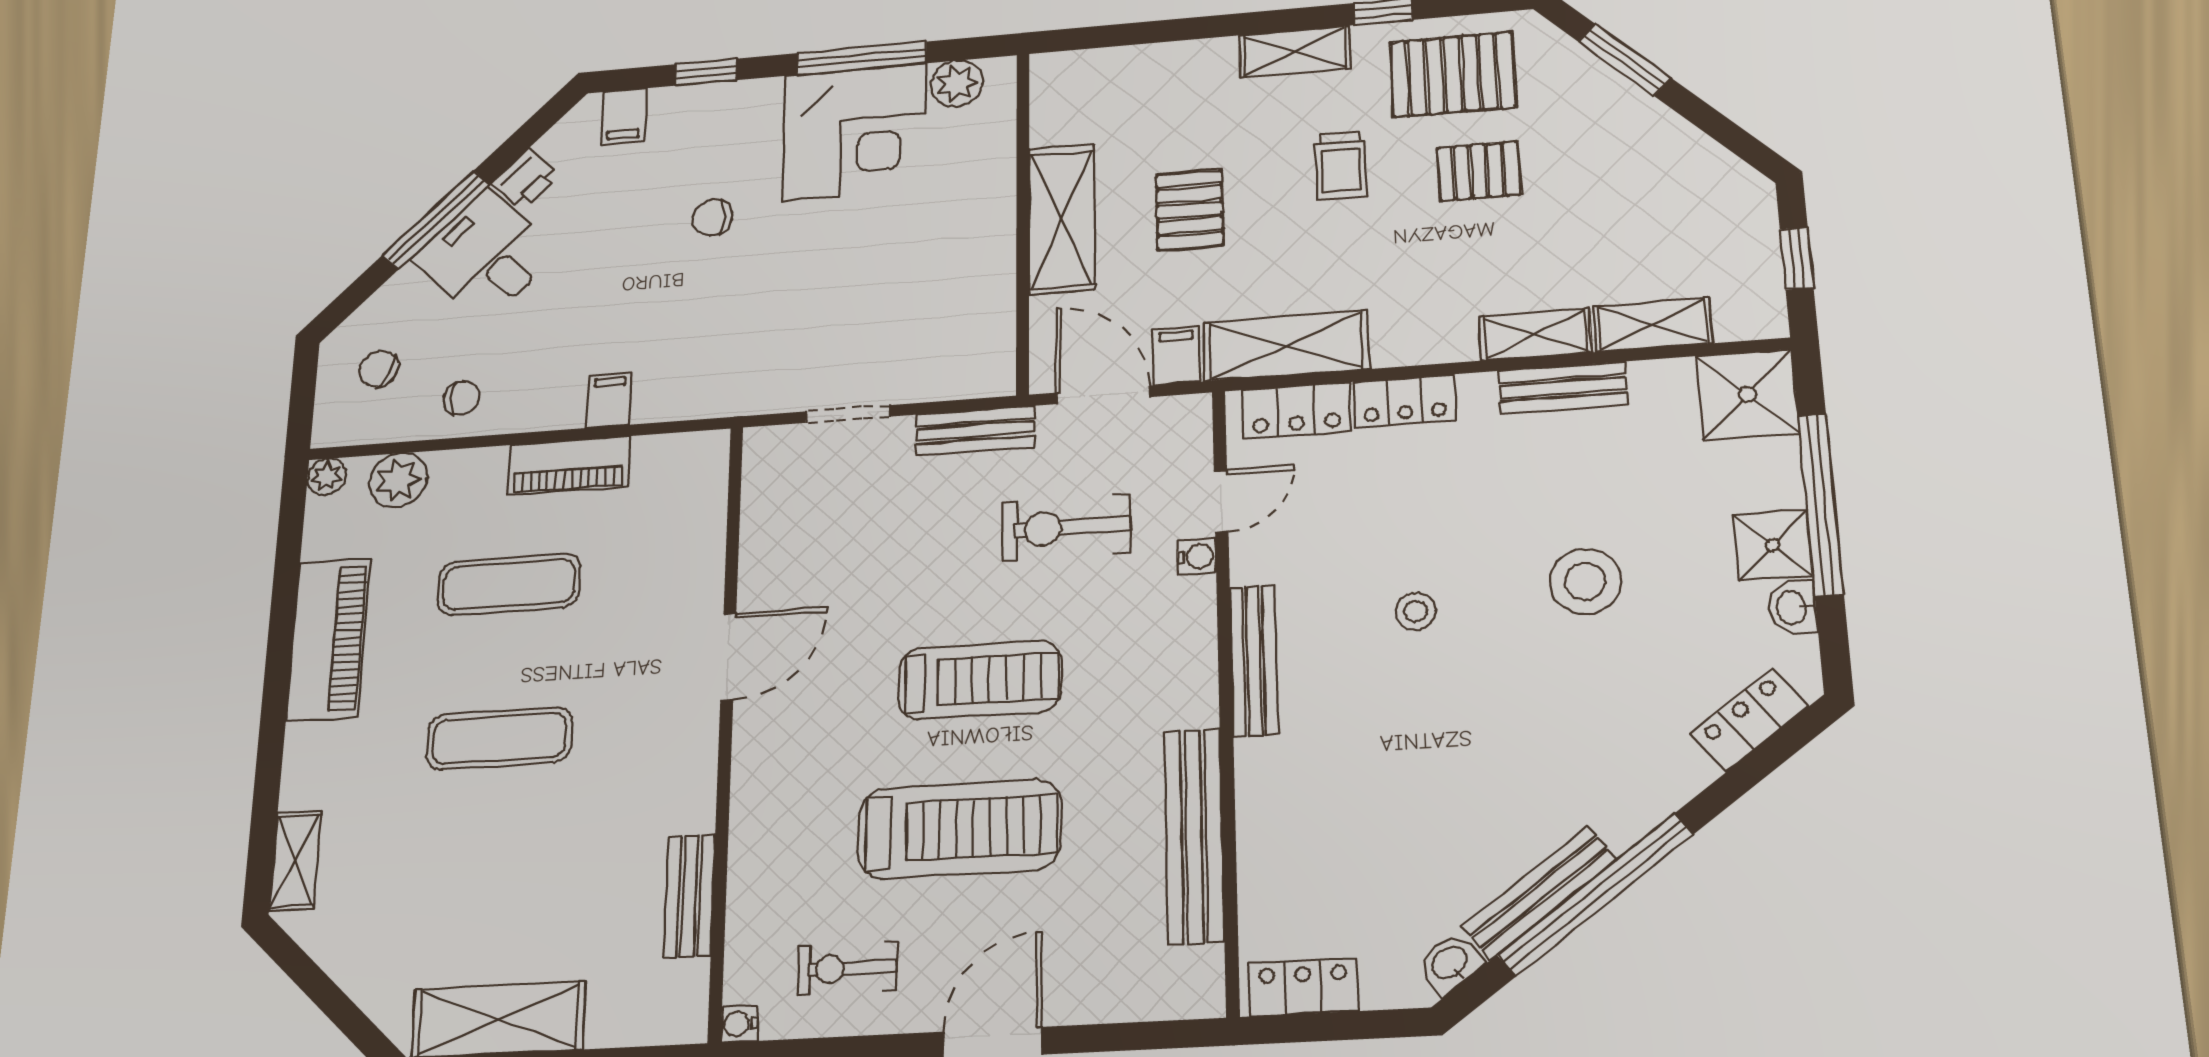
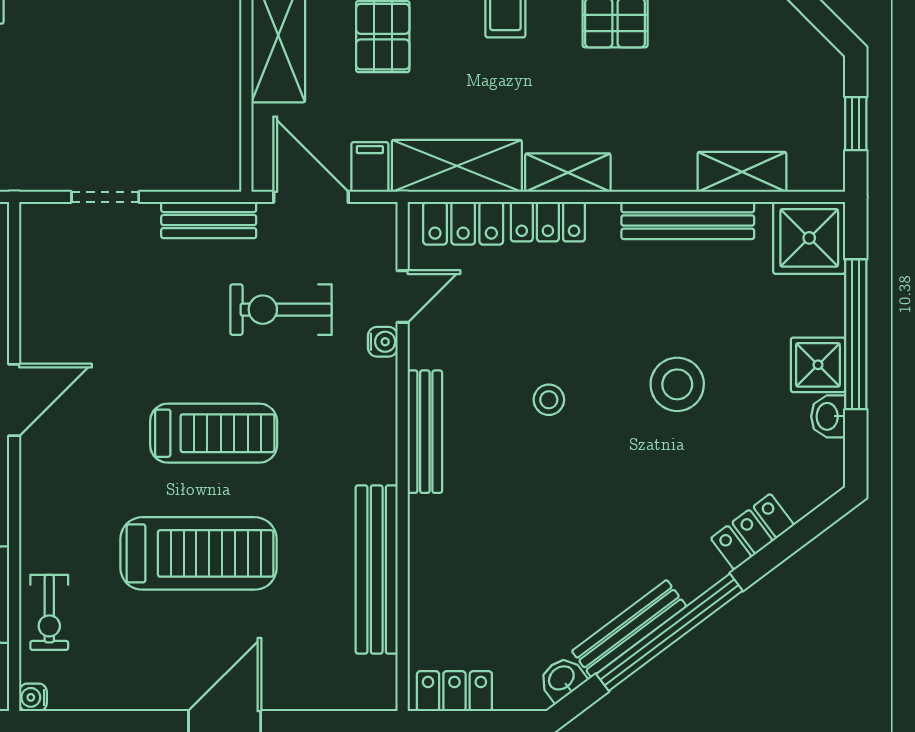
shelving: (1535, 334) -> (568, 173), moved
bench: (1563, 388) -> (688, 220), width x1.36
locker: (1749, 720) -> (752, 532), moved
exercise bike: (847, 968) -> (49, 612), moved, turned -90

